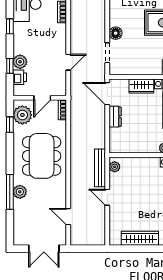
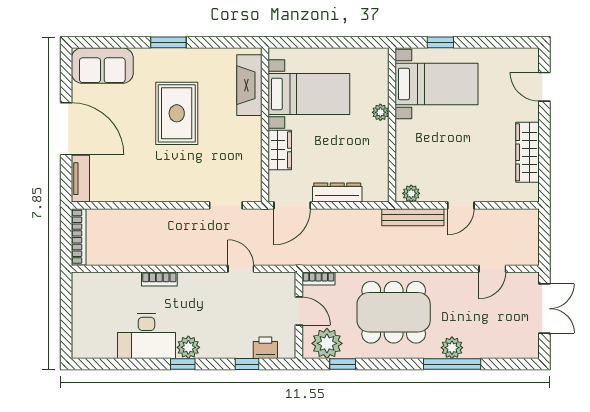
floor lamp: (116, 33) -> (194, 192), removed
plant: (20, 62) -> (188, 347), moved
dresser: (115, 117) -> (337, 193), width x1.44

